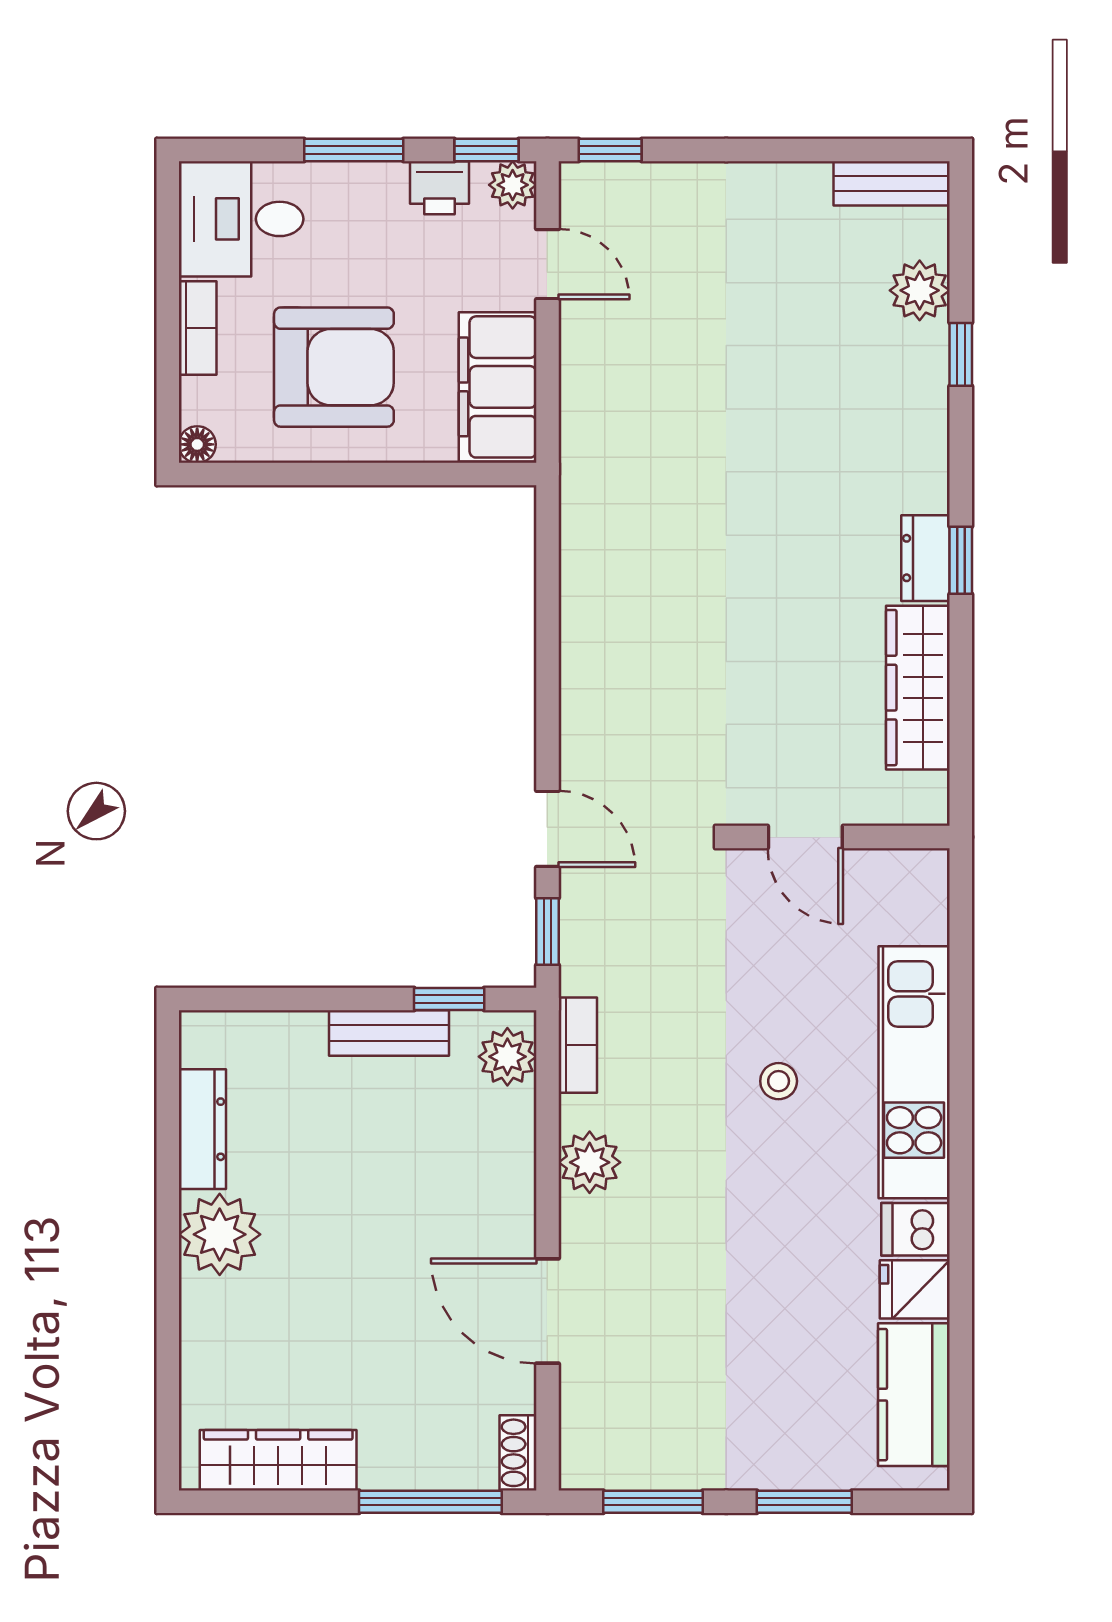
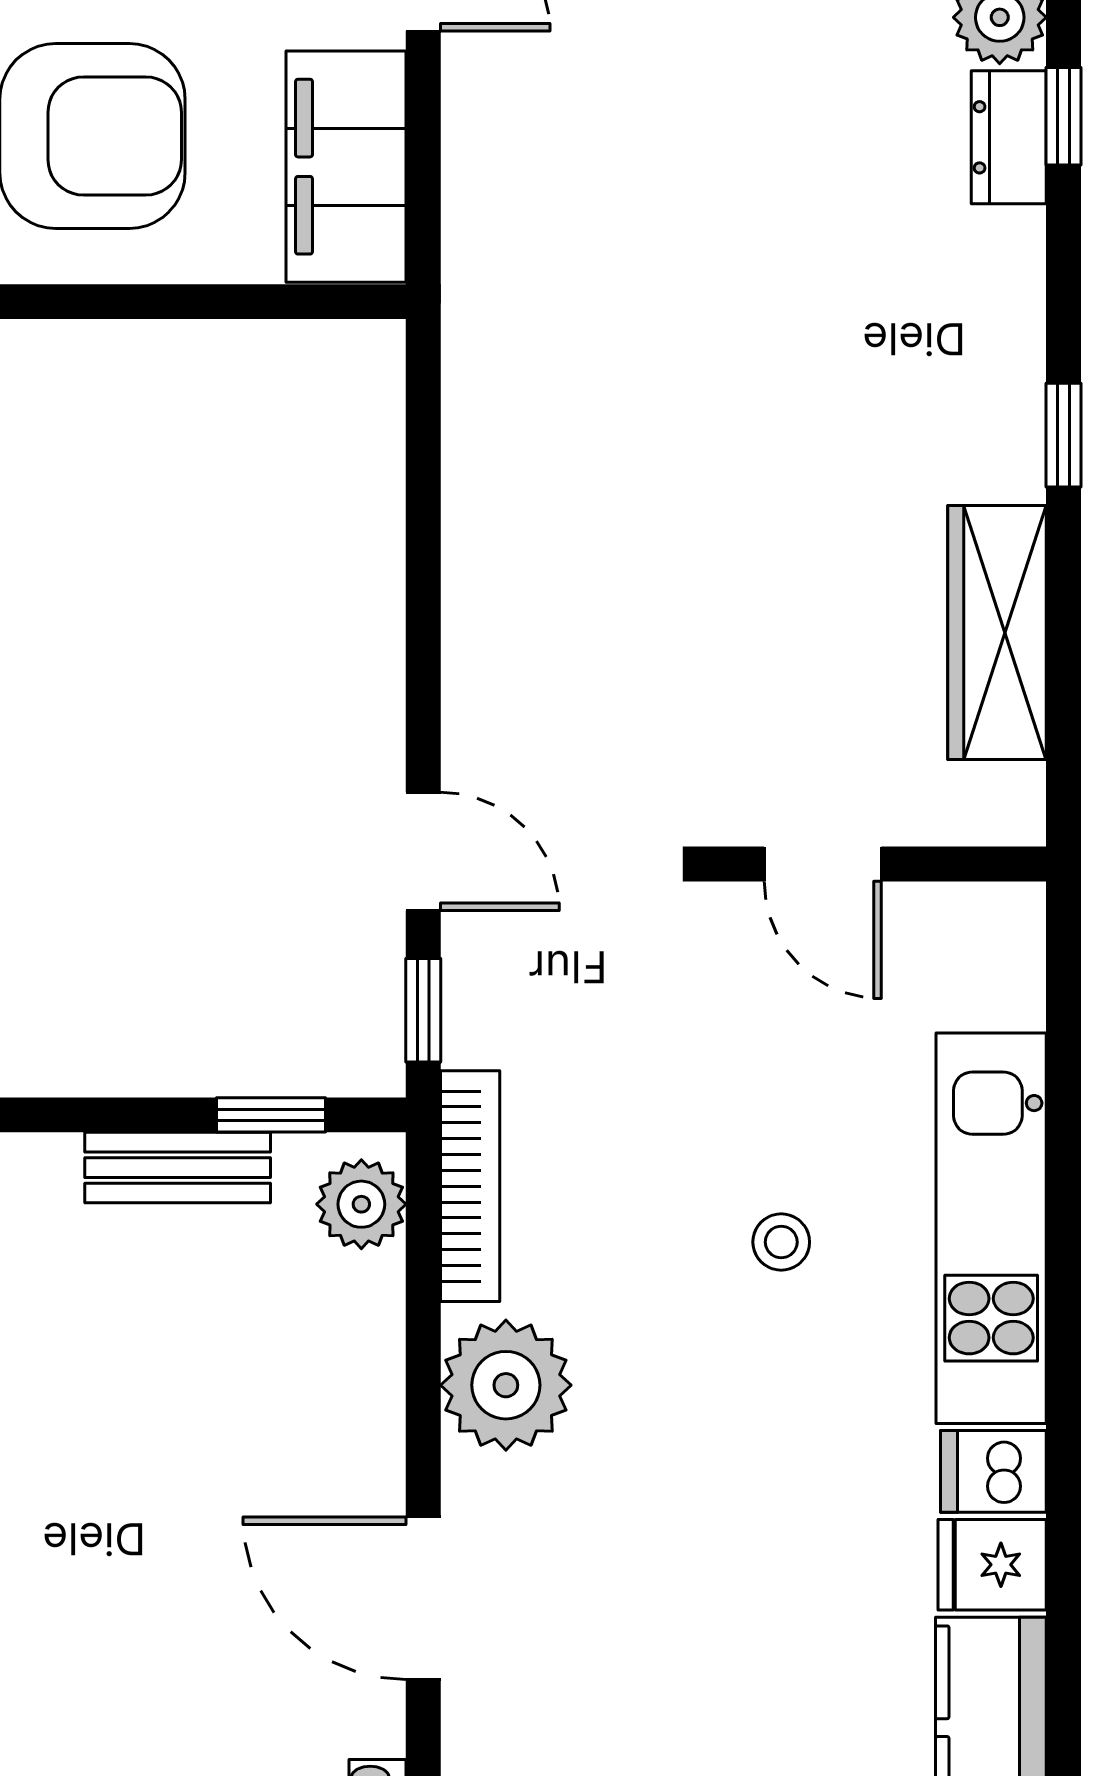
dresser: (925, 558) -> (1009, 137), moved
bookcase: (578, 1045) -> (470, 1186), width x1.56
plant: (590, 1162) -> (506, 1385), width x1.36, depth x1.36

